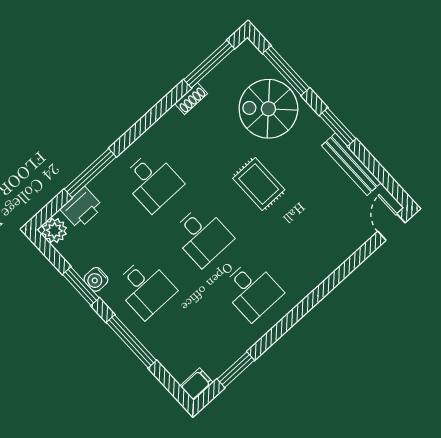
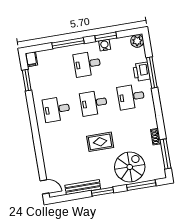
printer: (82, 208) -> (141, 72), moved

